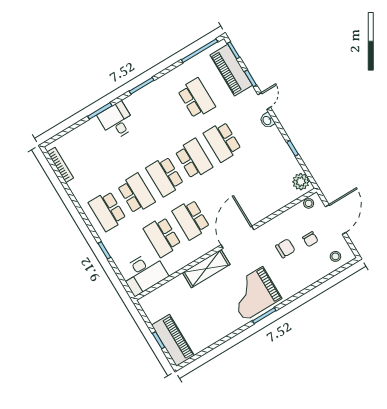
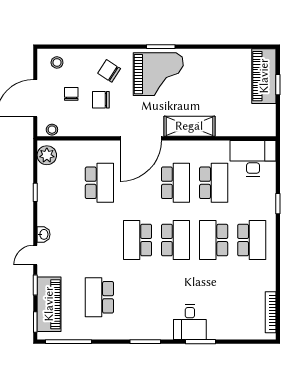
school desk: (222, 142) -> (99, 183), moved
chair: (292, 274) -> (109, 71), added

